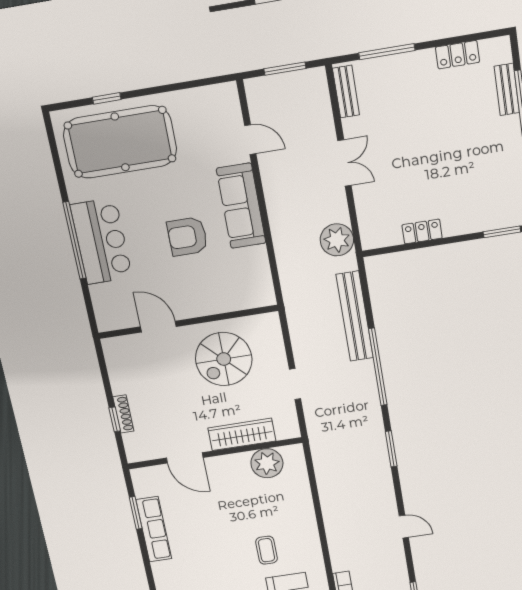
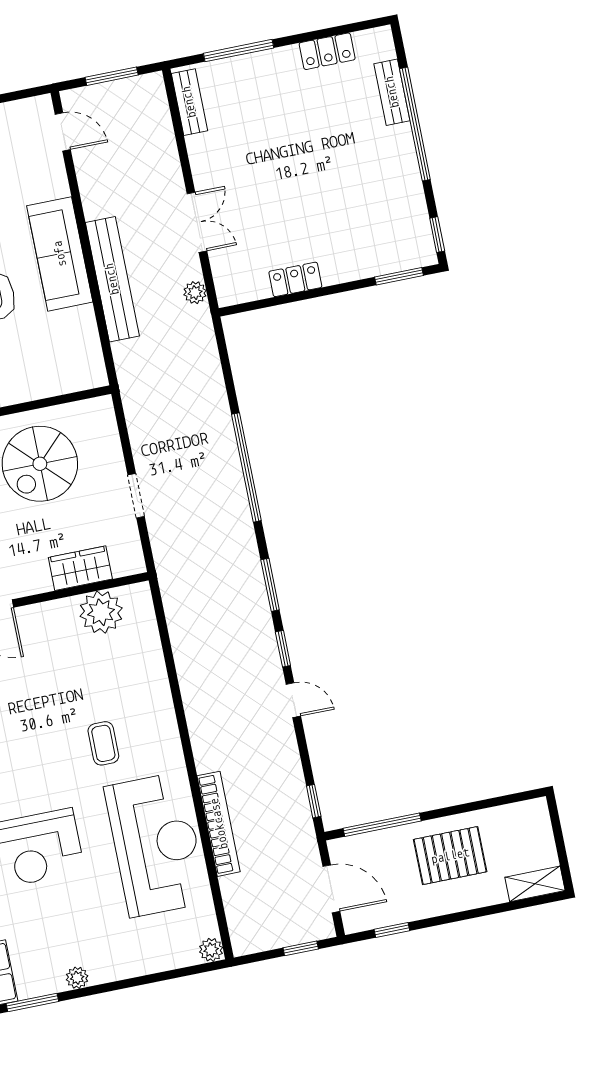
door: (250, 140) -> (63, 132), moved
double door: (344, 163) -> (197, 222), moved
plant: (337, 240) -> (195, 293), width x0.53, depth x0.53
bench: (355, 316) -> (112, 279), moved
wardrobe: (242, 434) -> (80, 568), width x0.67
window: (398, 492) -> (283, 649), added

